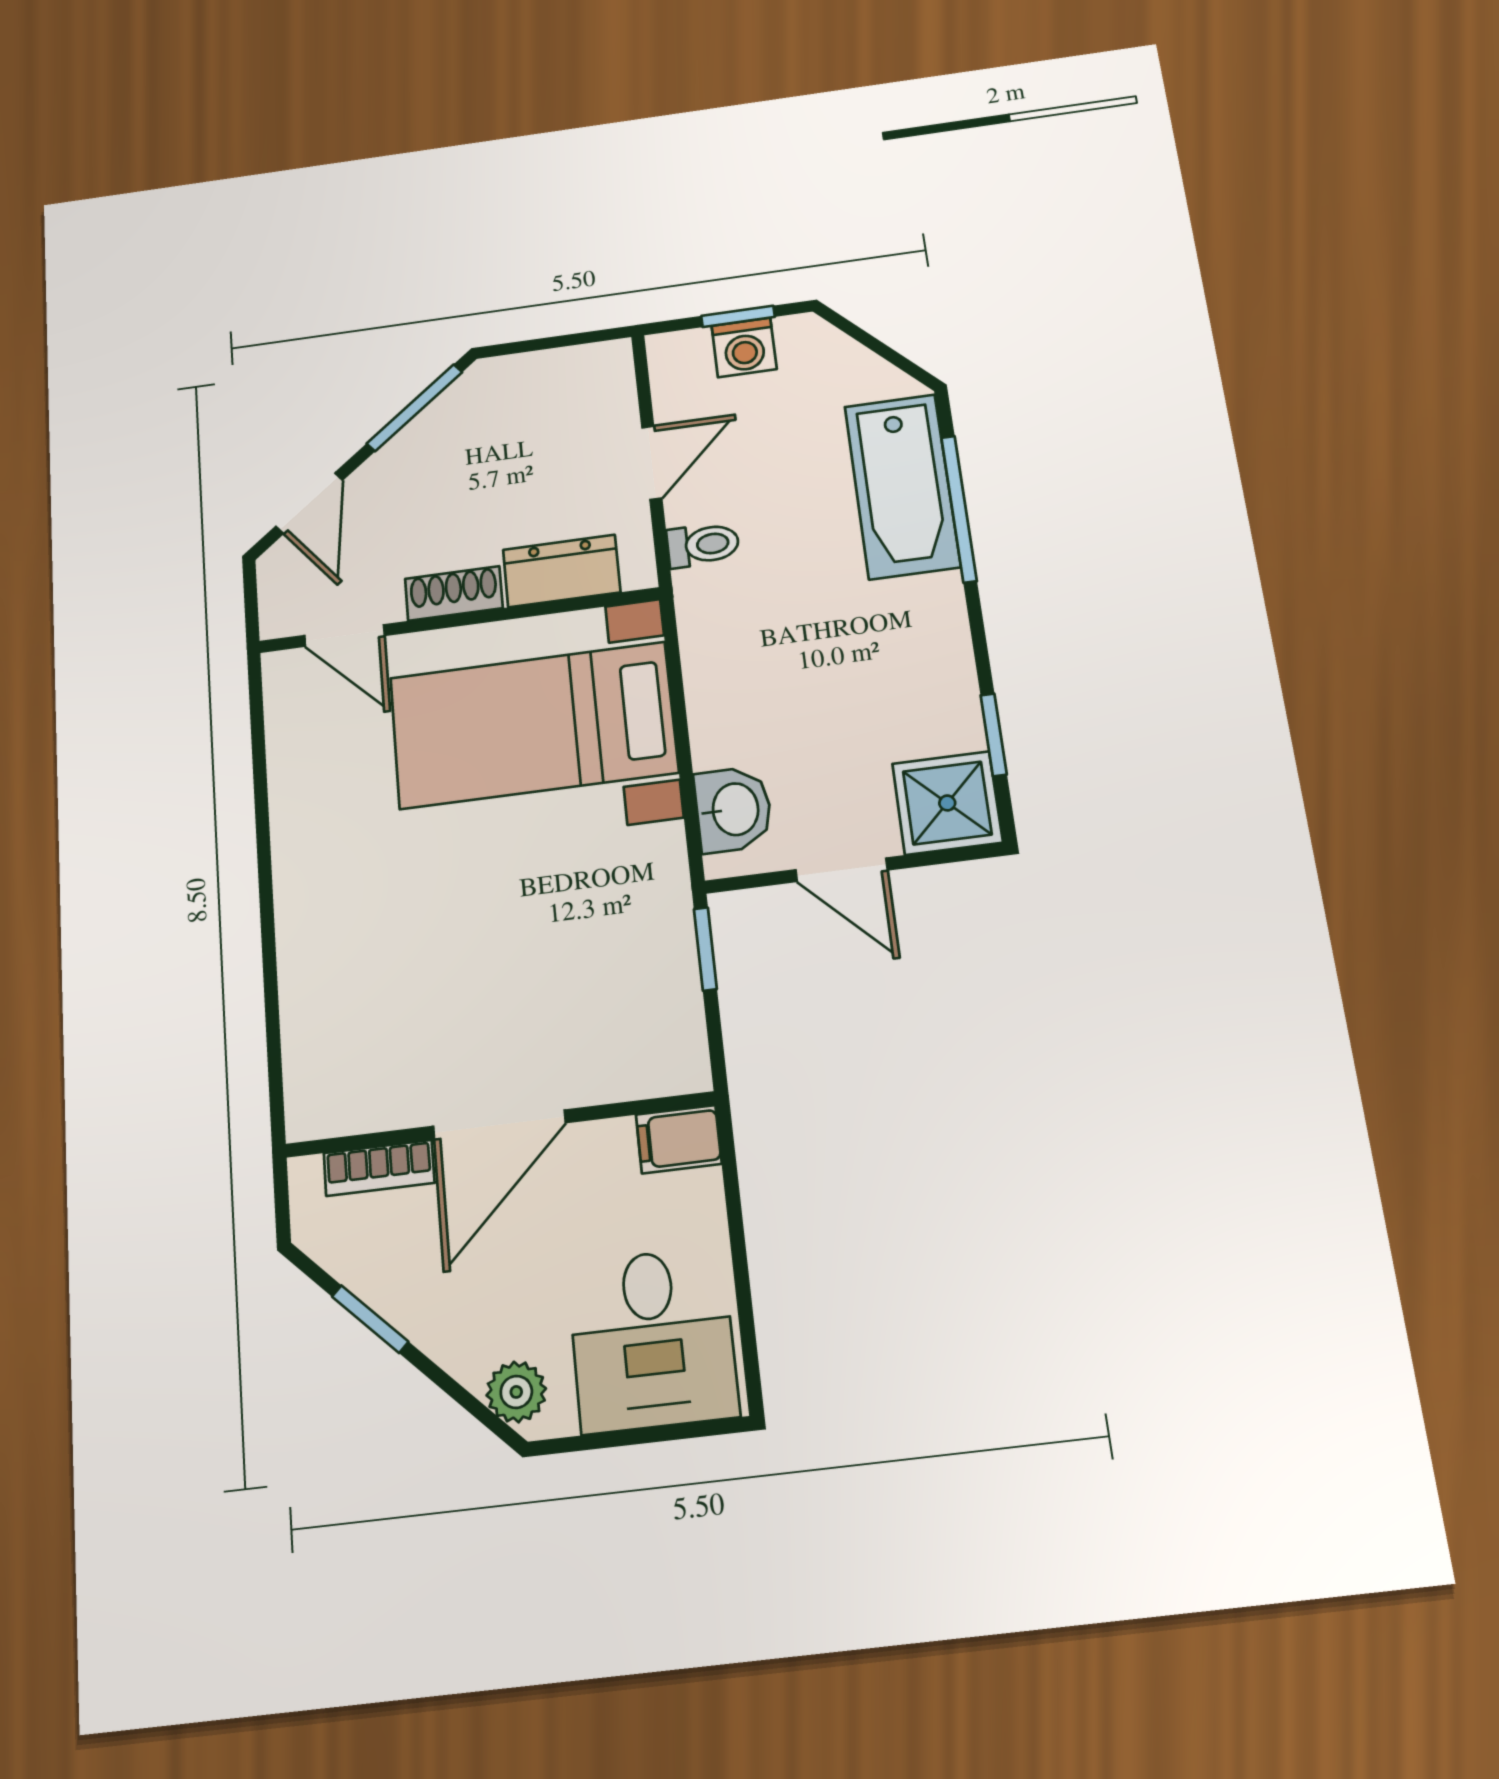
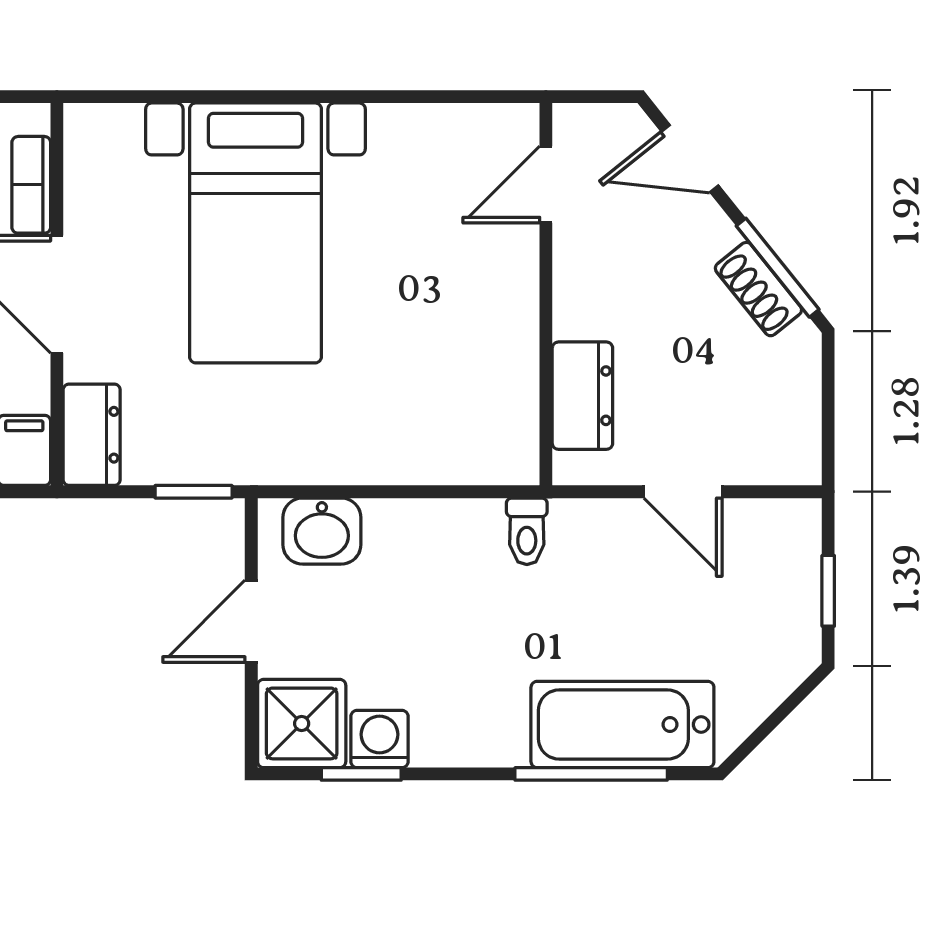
washing machine: (744, 347) -> (379, 739), moved, turned 90
toilet: (703, 545) -> (527, 531), moved
shoe rack: (454, 593) -> (758, 289), moved, turned 141
bed with nightstands: (533, 725) -> (255, 233), moved, turned 180
dresser: (653, 1067) -> (92, 435), added

